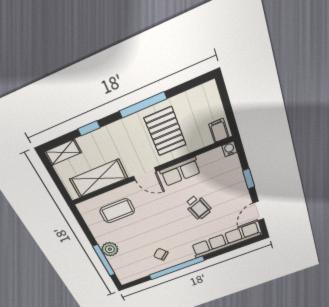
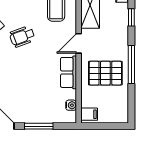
water cooler: (229, 149) -> (71, 105), moved
window: (249, 179) -> (39, 126), width x1.50
wheelchair: (198, 207) -> (22, 37), moved

